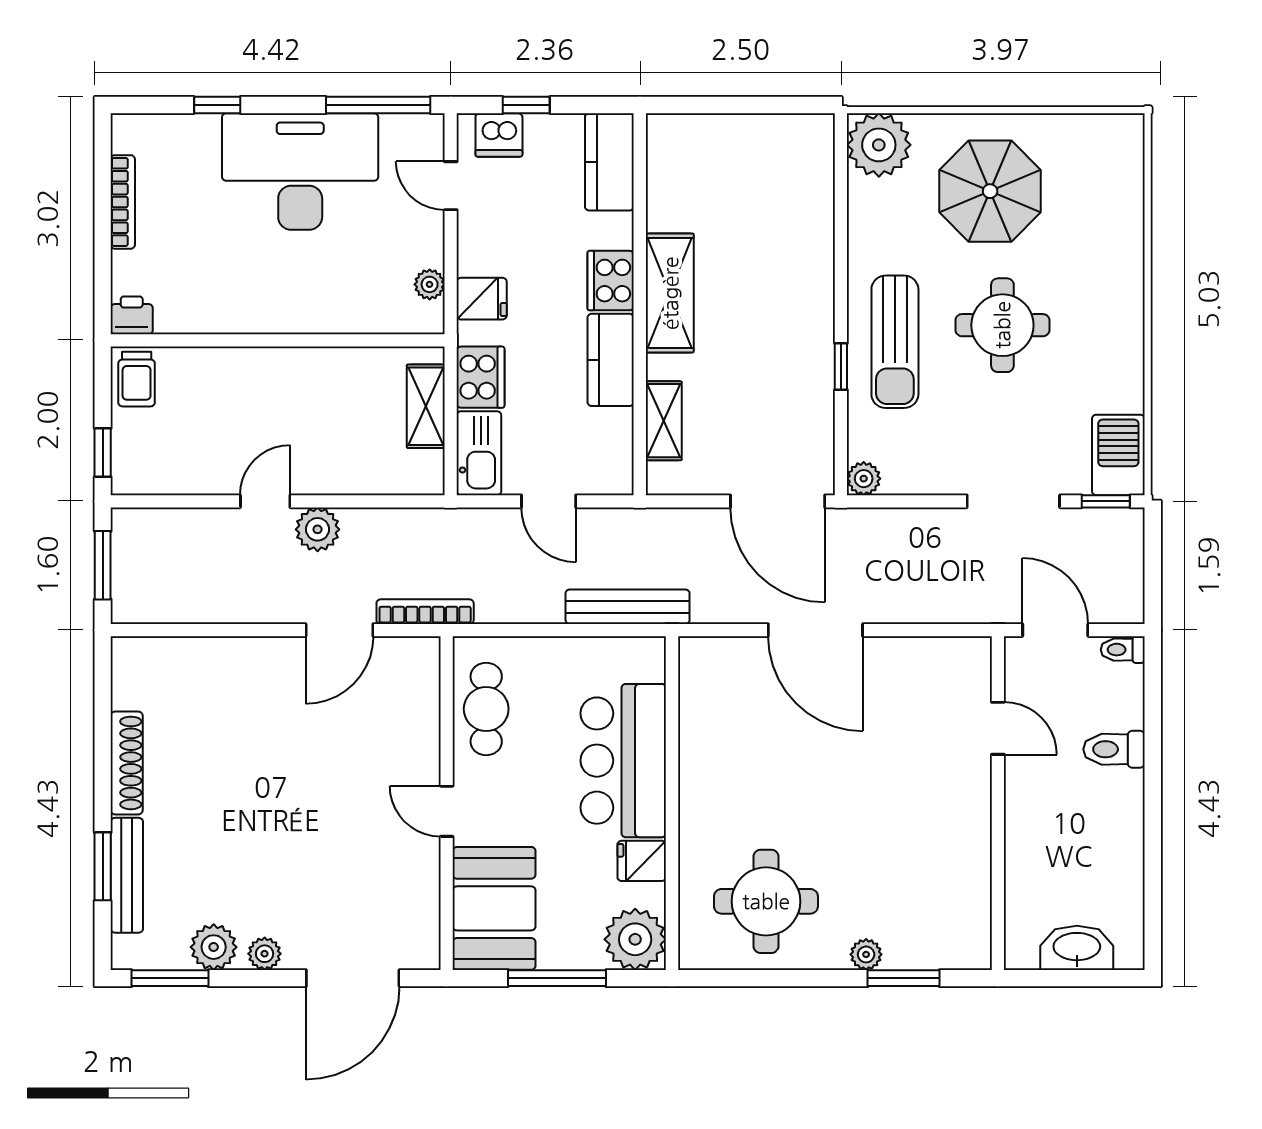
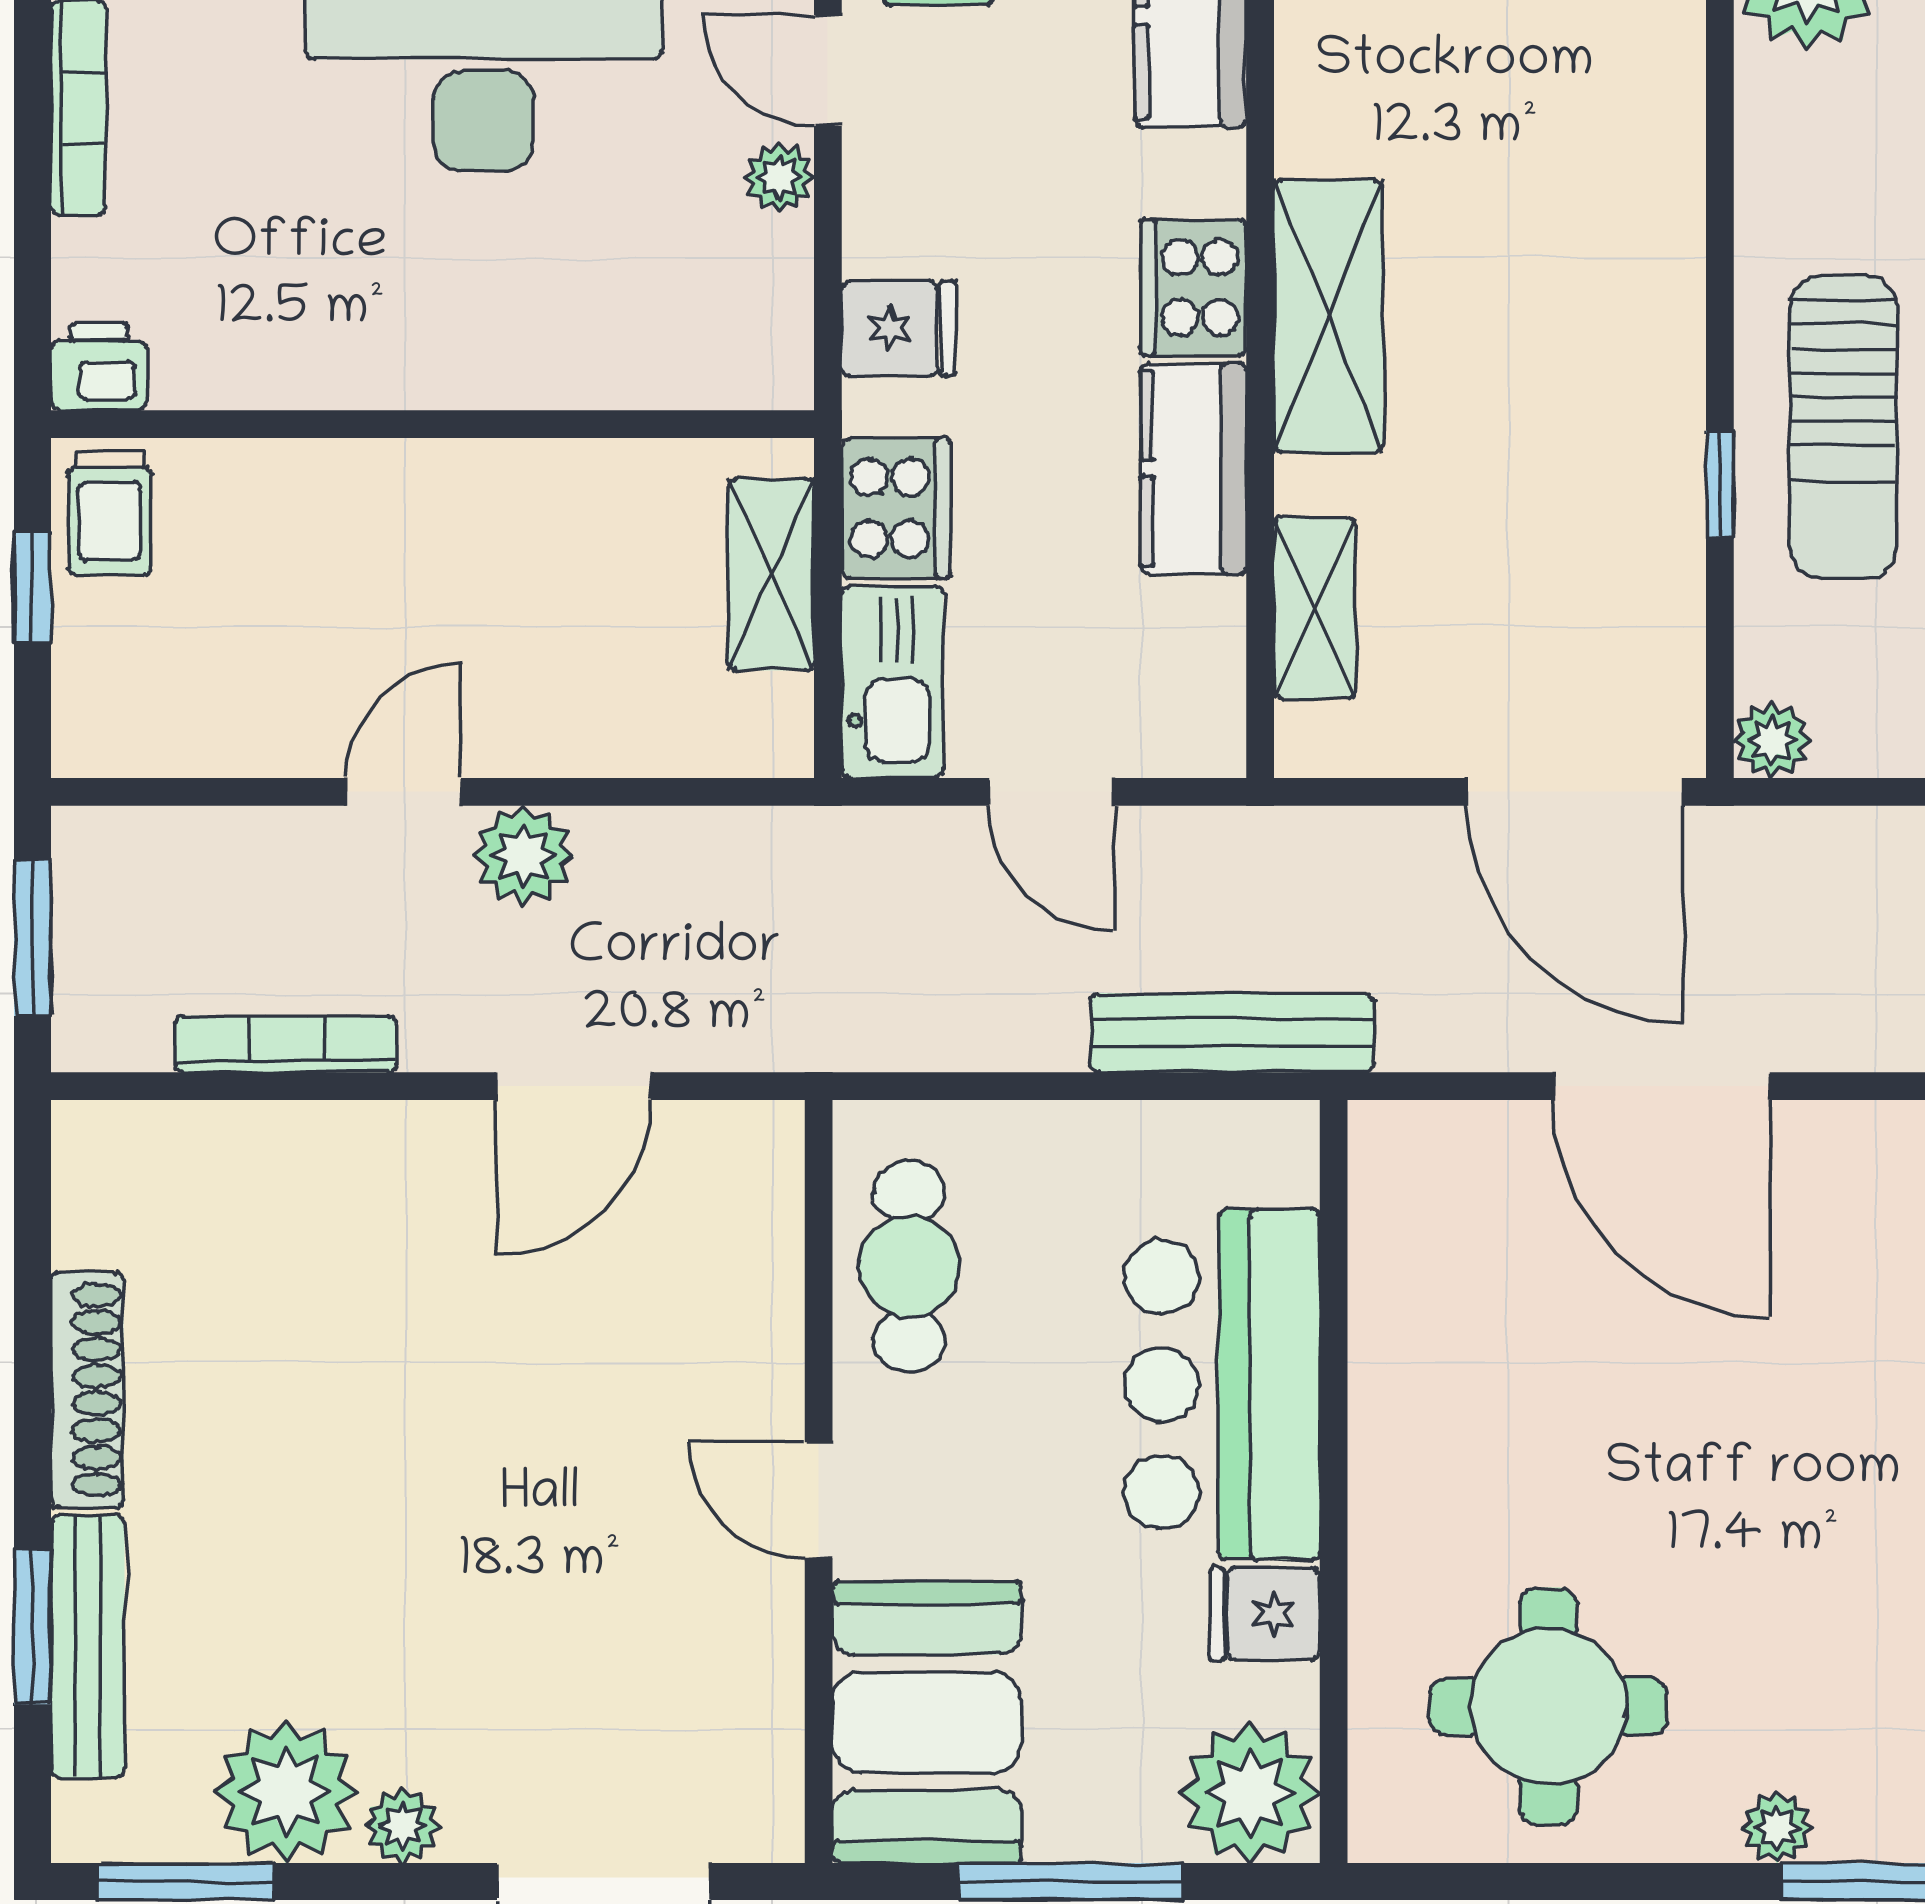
plant: (430, 284) -> (779, 177), moved
window: (103, 452) -> (32, 587), moved
bookcase: (425, 612) -> (286, 1044), moved
plant: (214, 947) -> (286, 1792), width x1.36, depth x1.36

